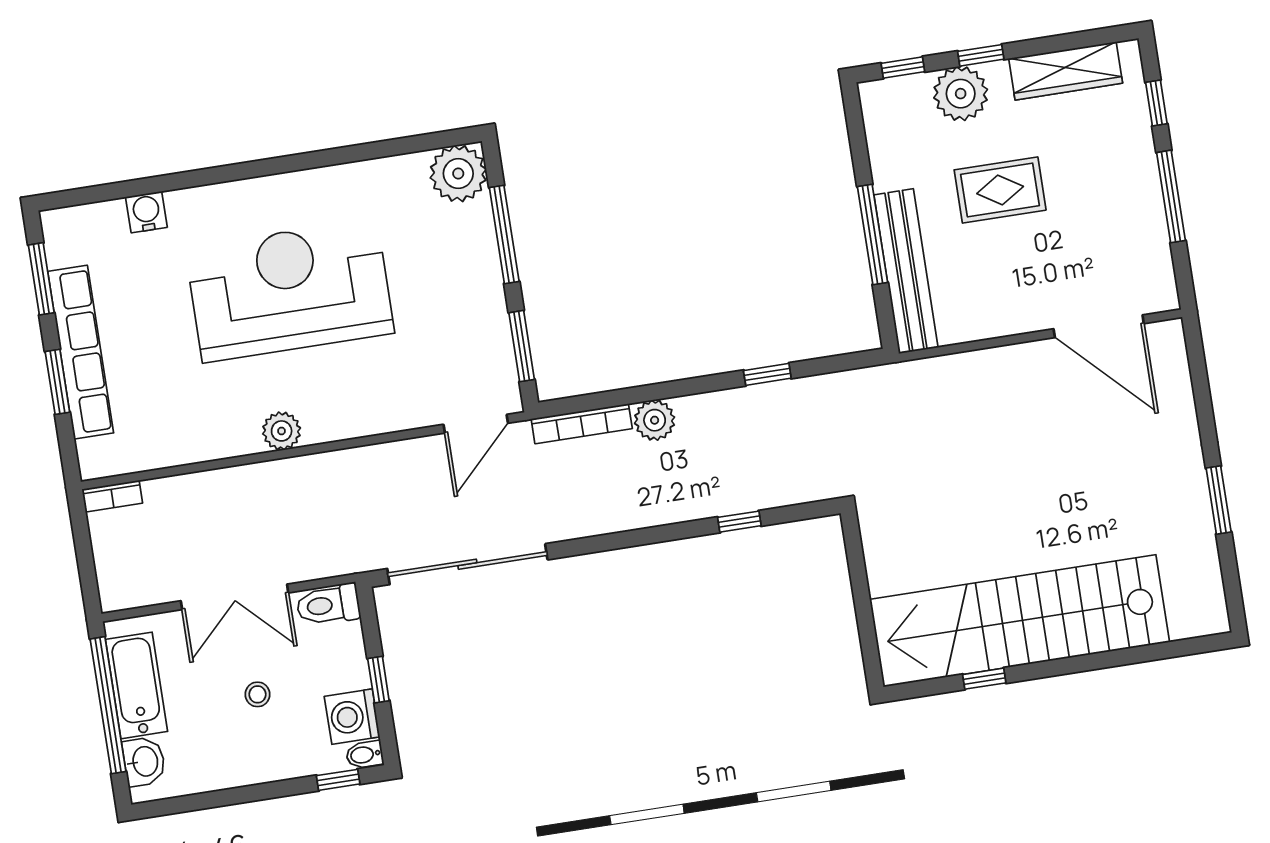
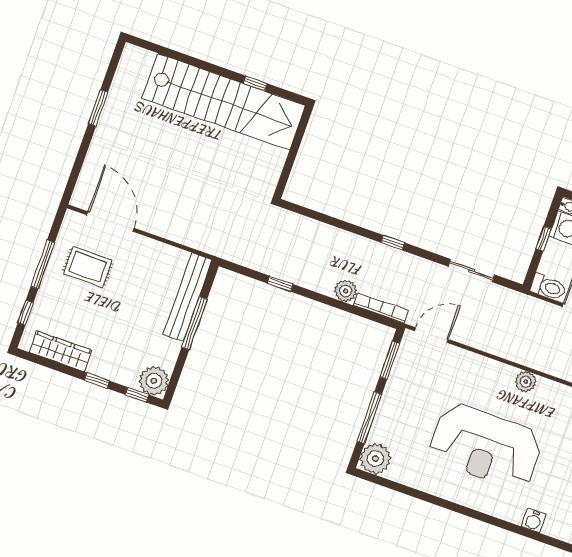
plant: (961, 94) -> (154, 381), moved
rug: (1000, 190) -> (88, 267), moved
window: (739, 522) -> (393, 243), moved
sliding door: (467, 564) -> (471, 271), width x0.54

